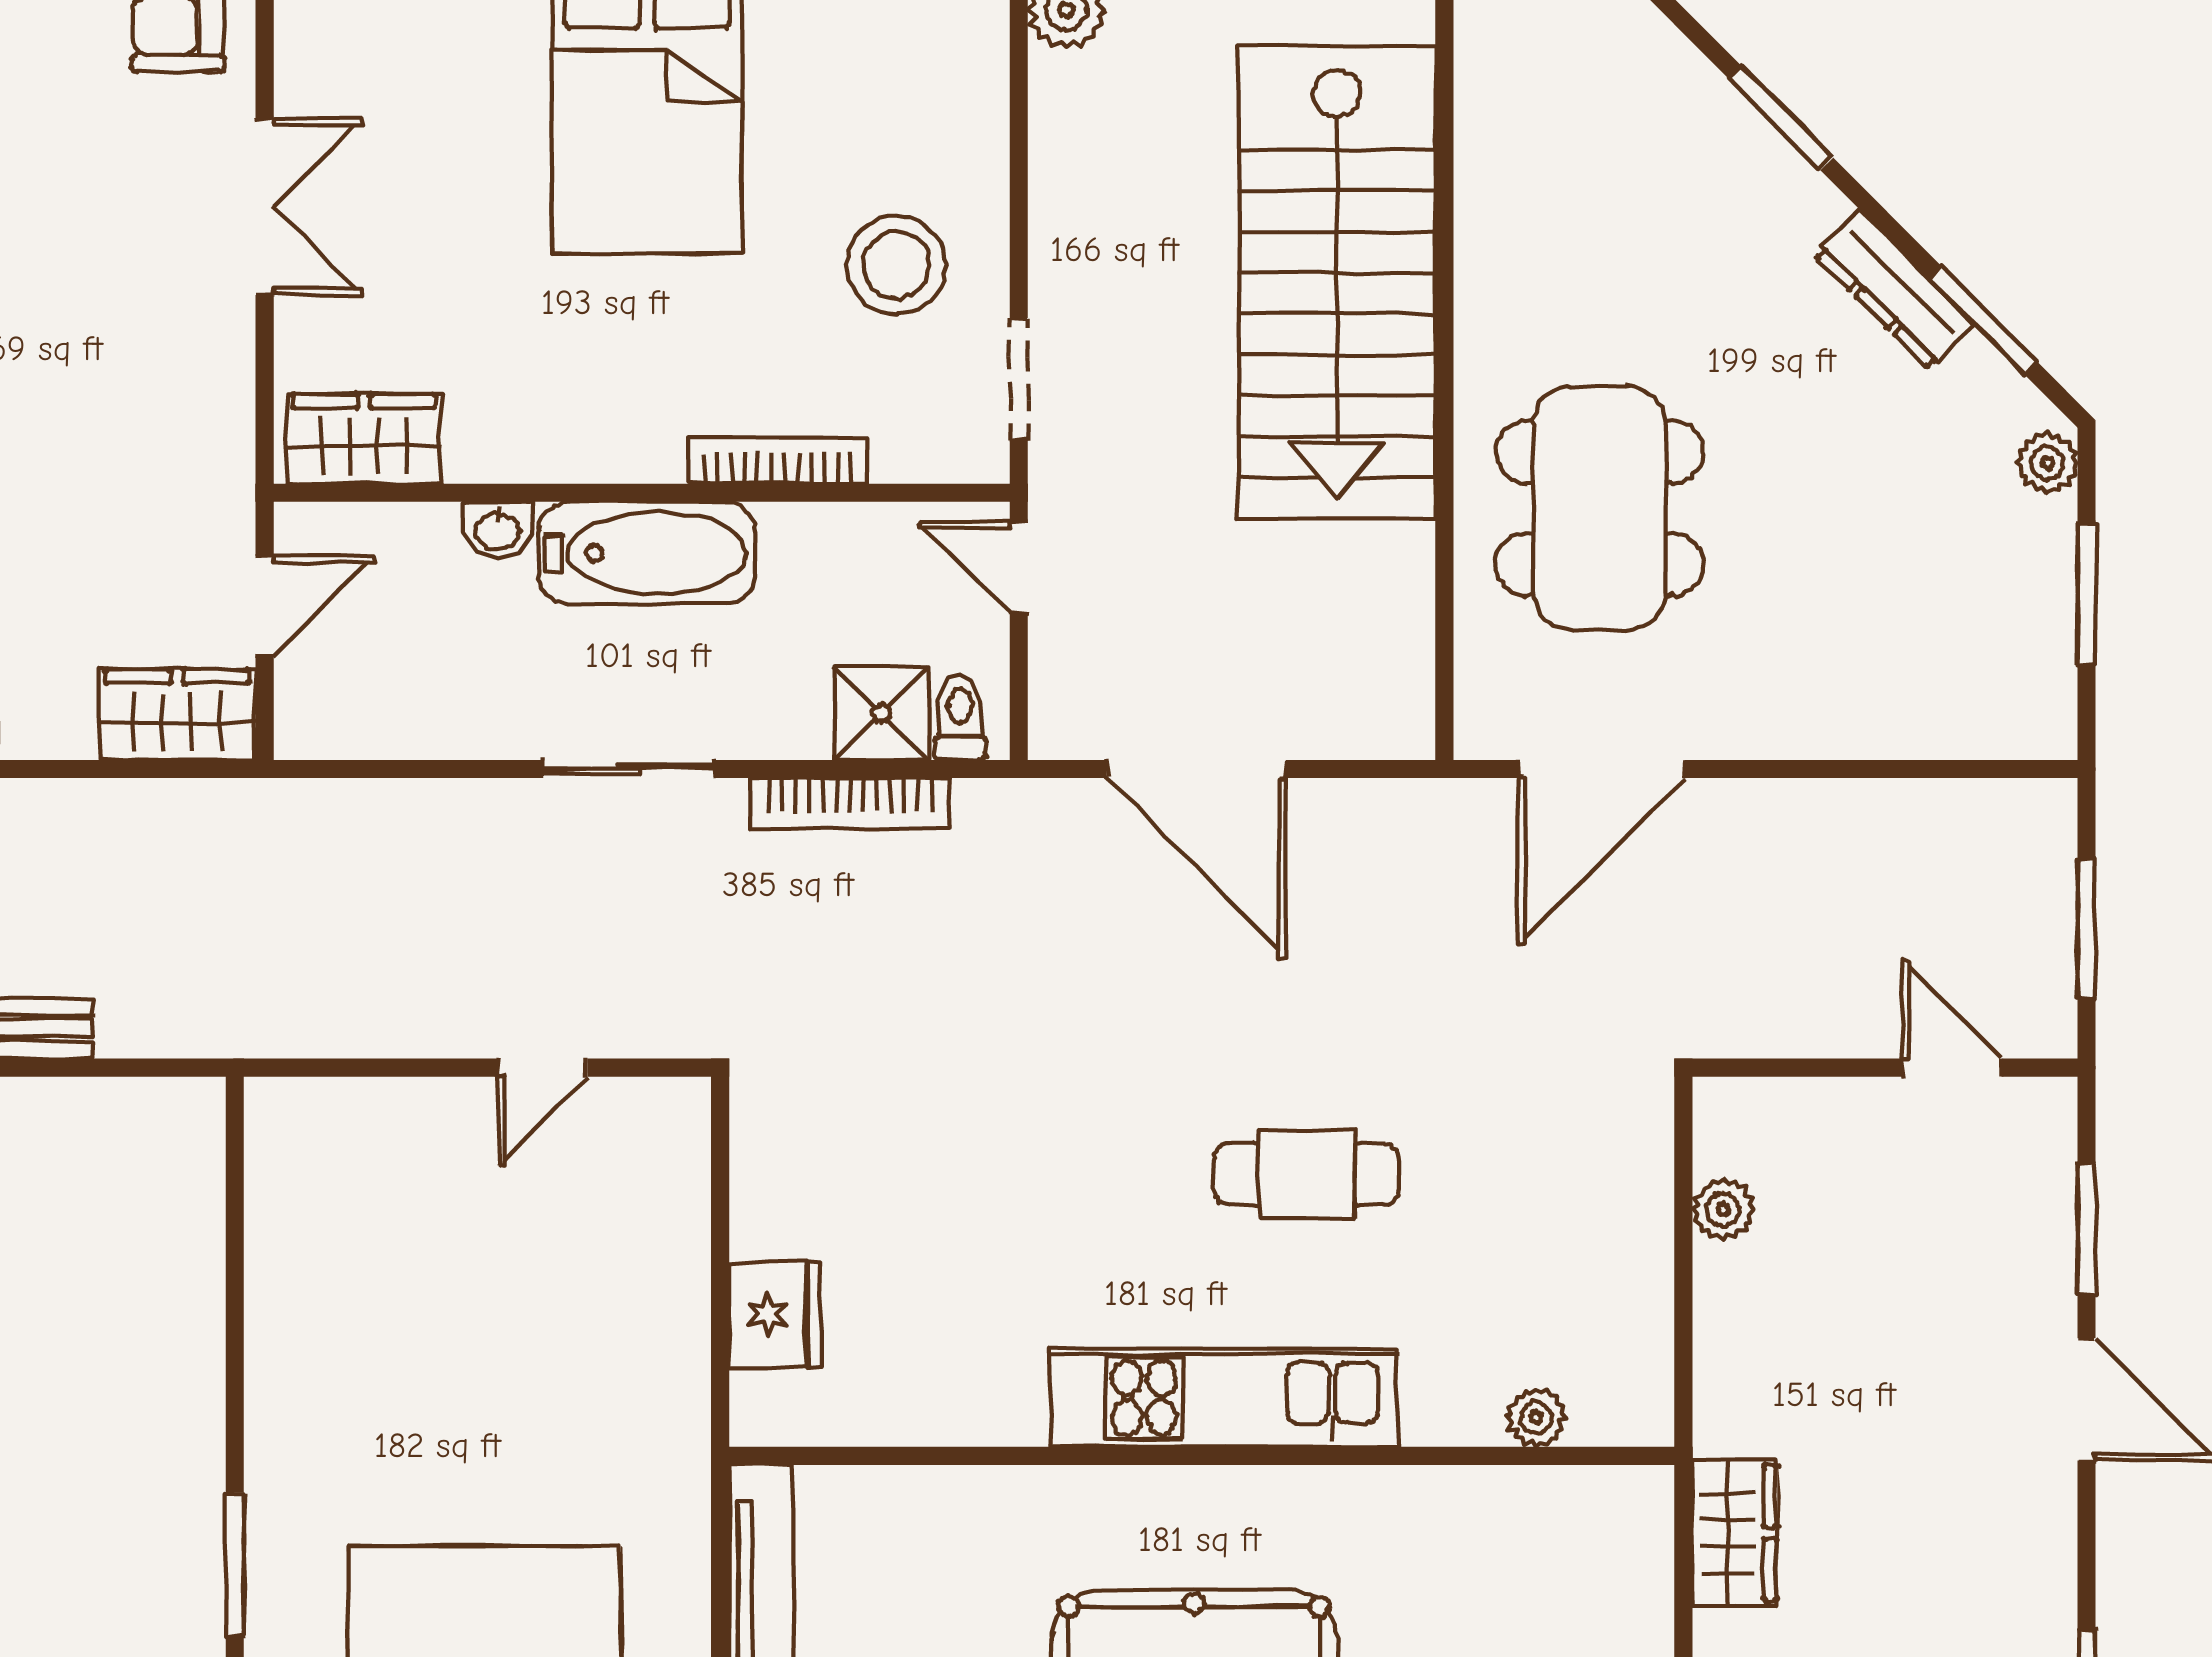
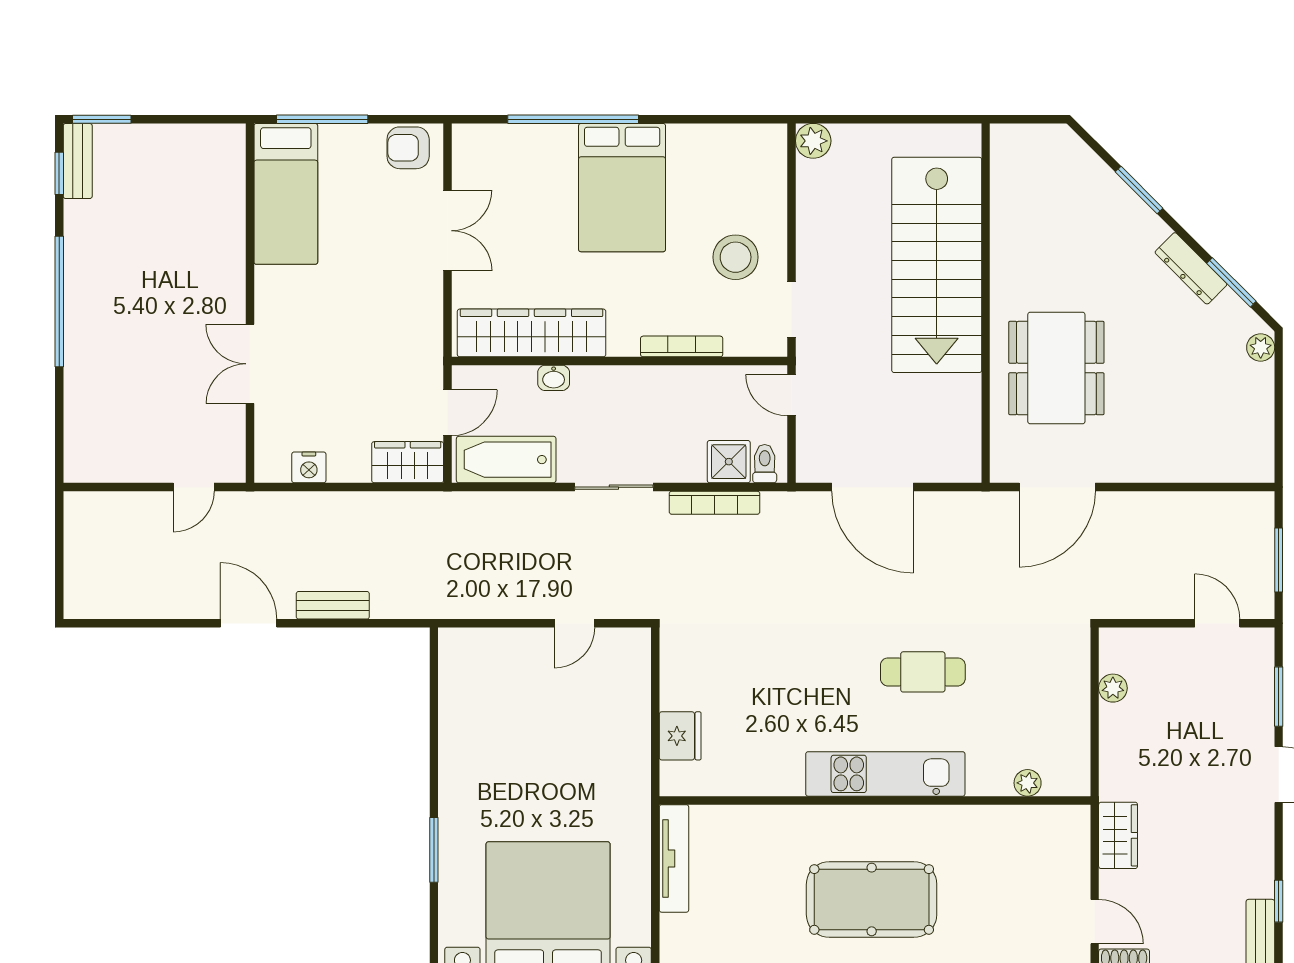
wardrobe: (364, 439) -> (532, 333), width x2.10, depth x1.17
bathtub: (647, 553) -> (506, 460), moved, turned 180
window: (2086, 594) -> (1279, 407), removed

